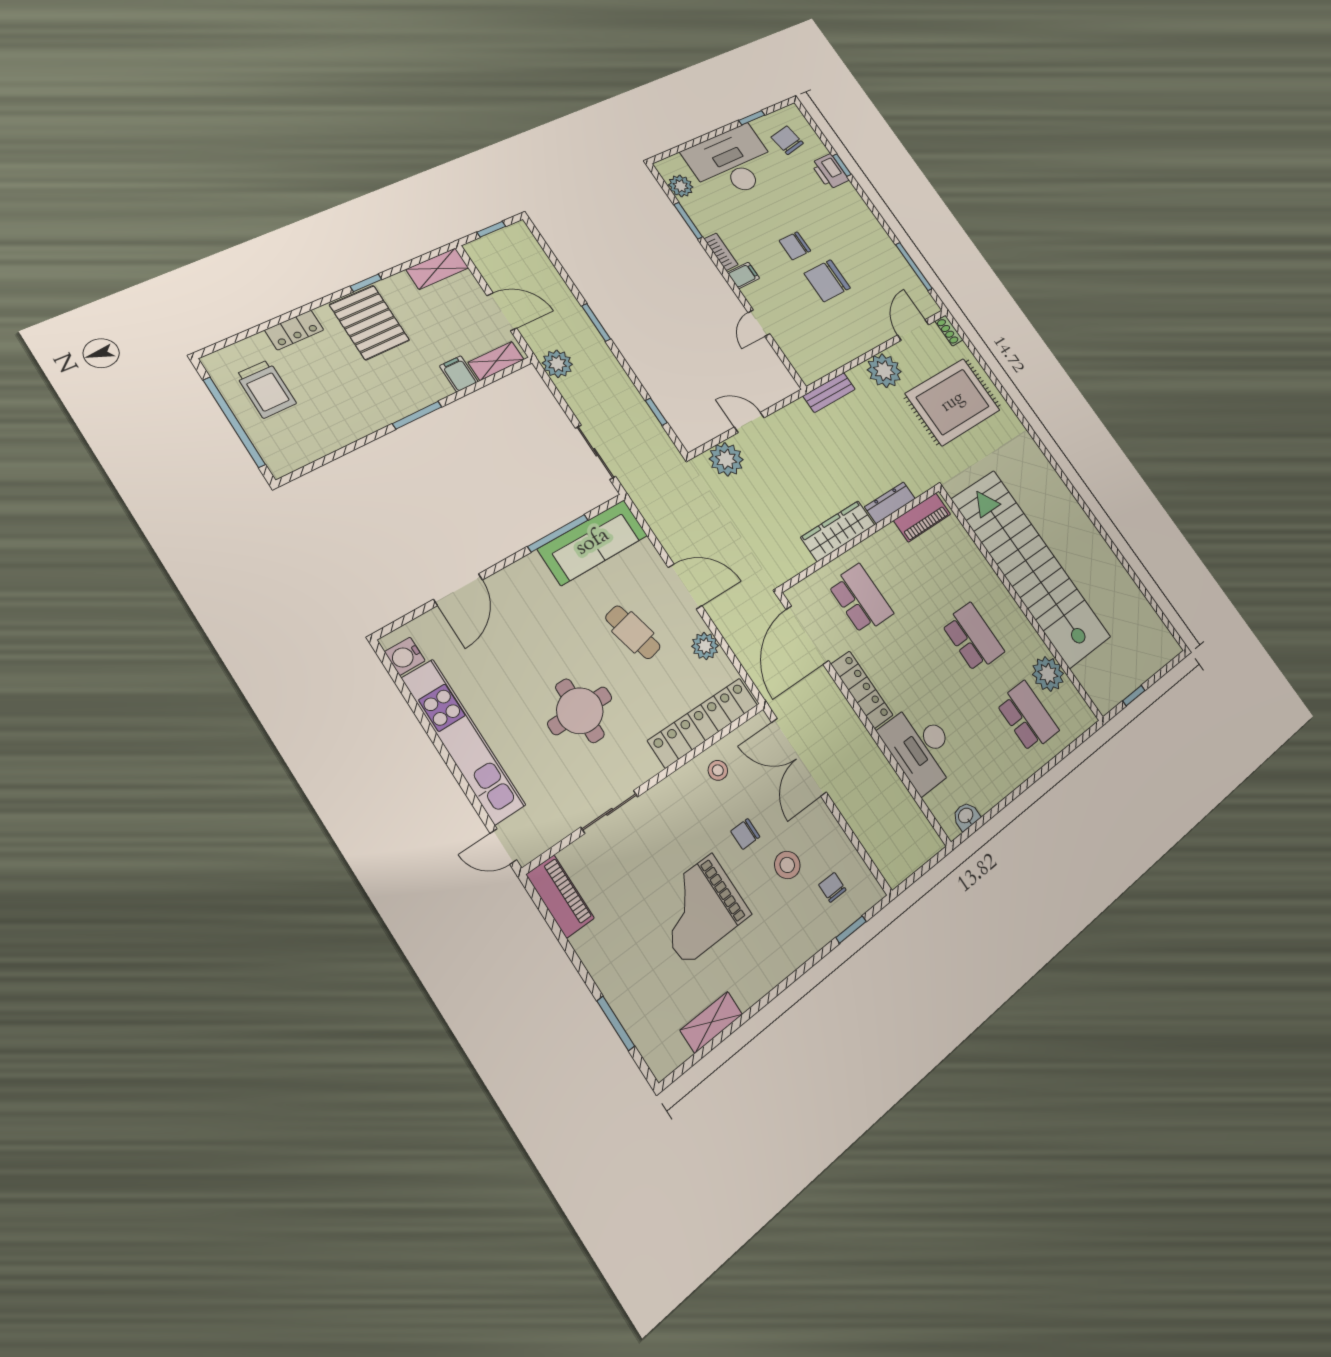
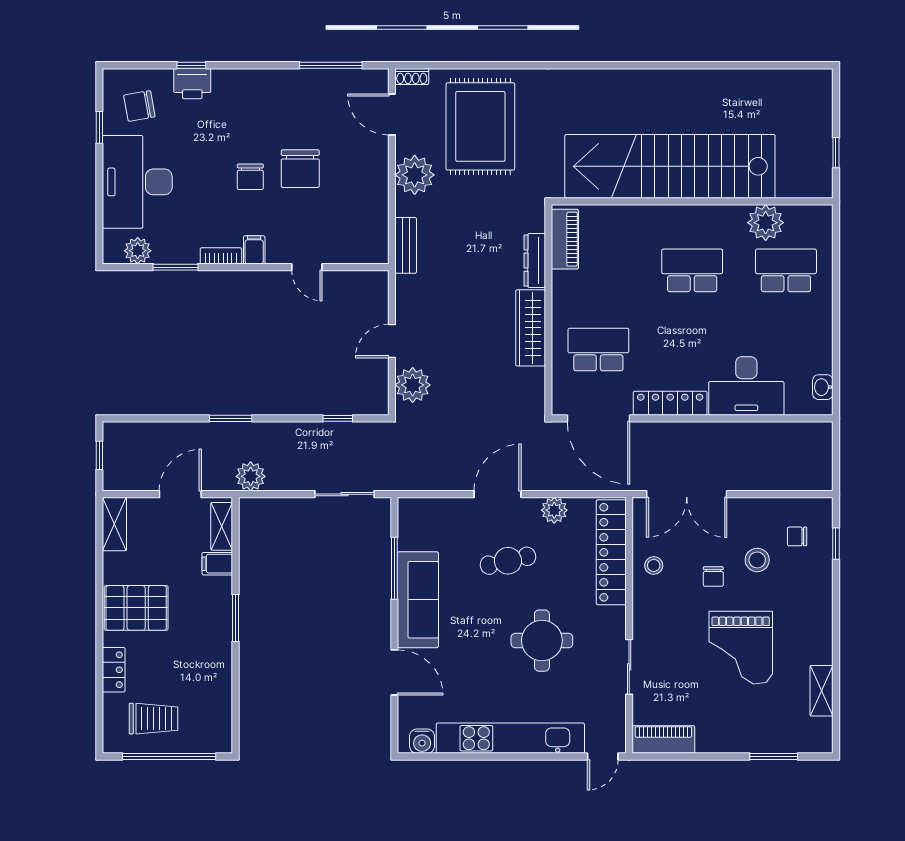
window: (366, 283) -> (99, 590), removed
sofa: (593, 542) -> (418, 600), moved

